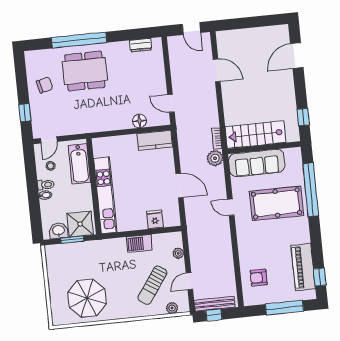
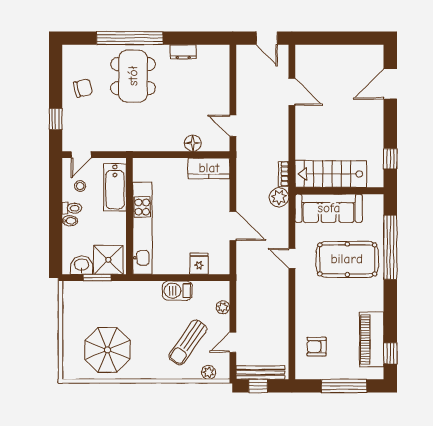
dresser: (141, 45) -> (183, 52), moved
dining table: (85, 71) -> (133, 76), turned 90

